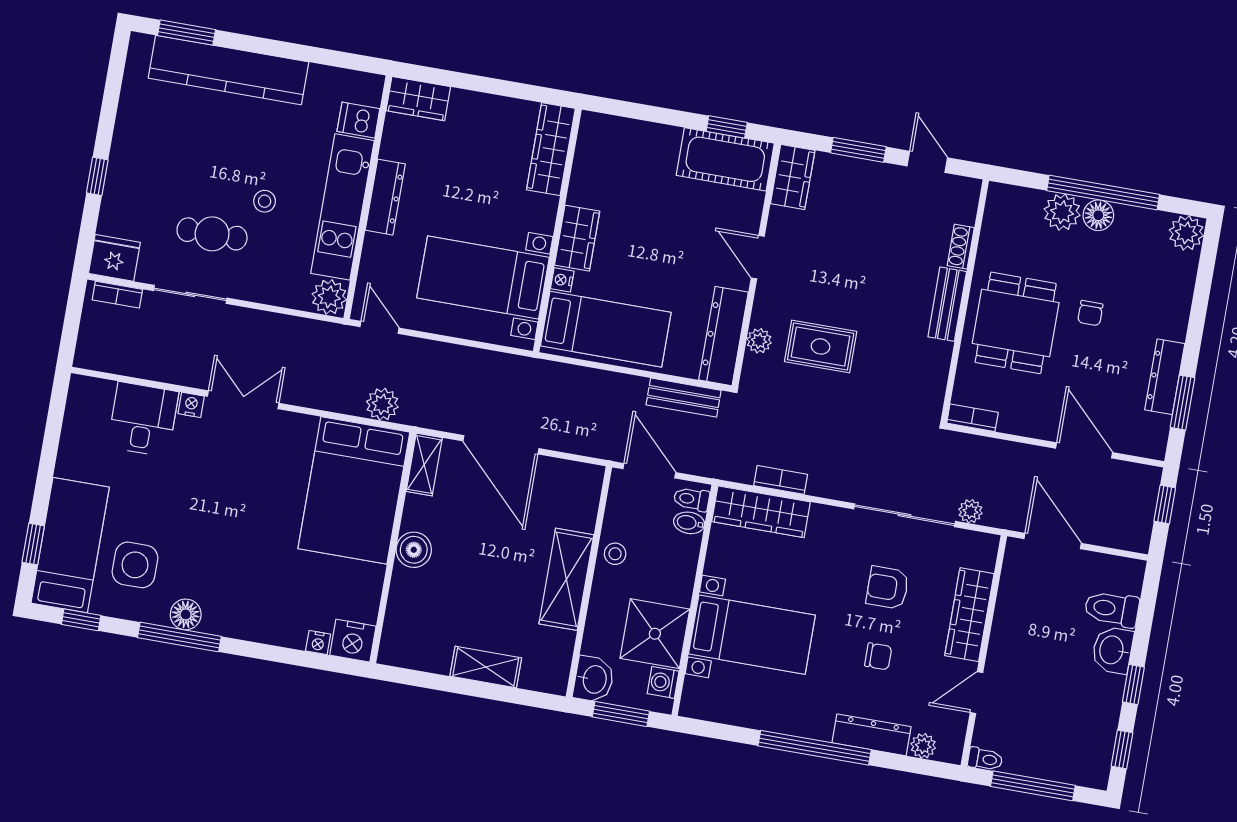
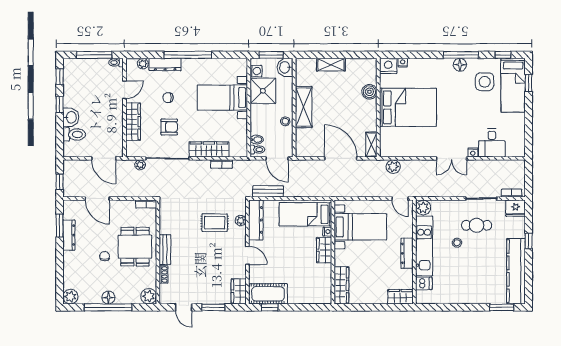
kitchen counter: (228, 70) -> (516, 271), moved, turned -90
plant: (1062, 212) -> (149, 296), moved
bed: (354, 490) -> (408, 107), moved, turned 90
wardrobe: (761, 512) -> (209, 149), moved
boiler: (414, 550) -> (369, 92), moved

